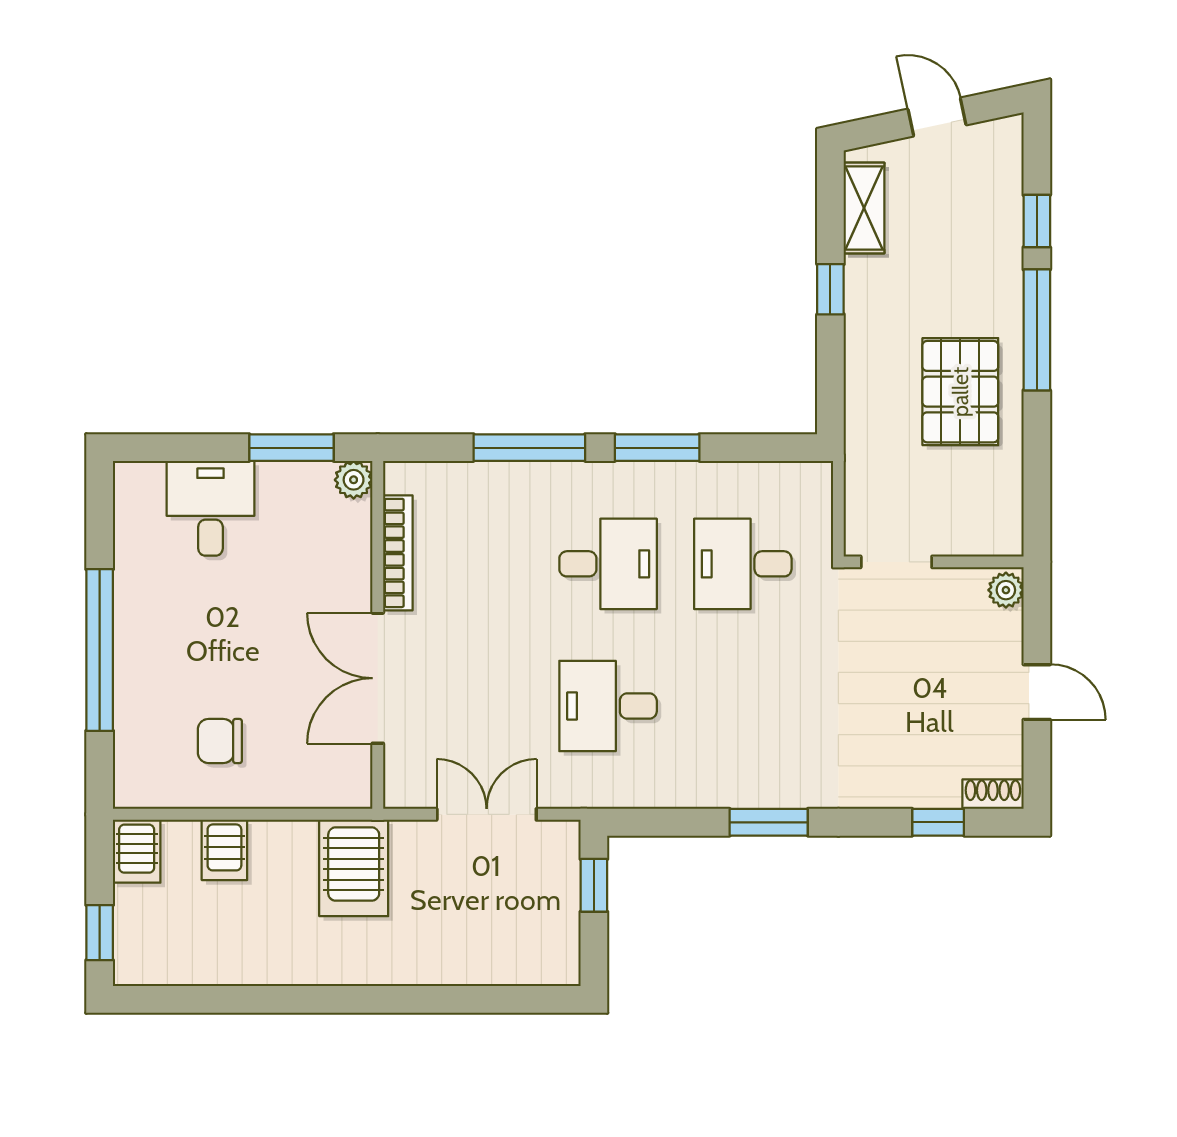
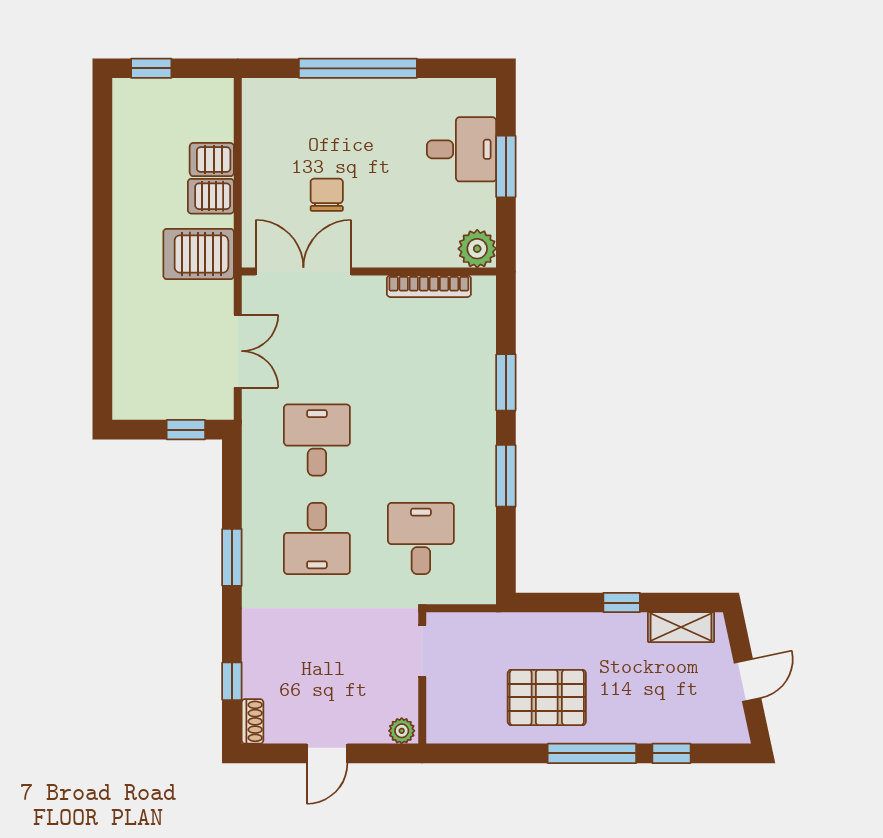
window: (291, 448) -> (506, 167), moved
window: (529, 448) -> (506, 382), width x0.69
plant: (354, 480) -> (477, 249), width x1.38, depth x1.38
desk: (608, 564) -> (317, 538), moved
double door: (378, 678) -> (303, 272), moved
chair: (220, 741) -> (327, 195), moved
server rack: (137, 851) -> (211, 196), moved

